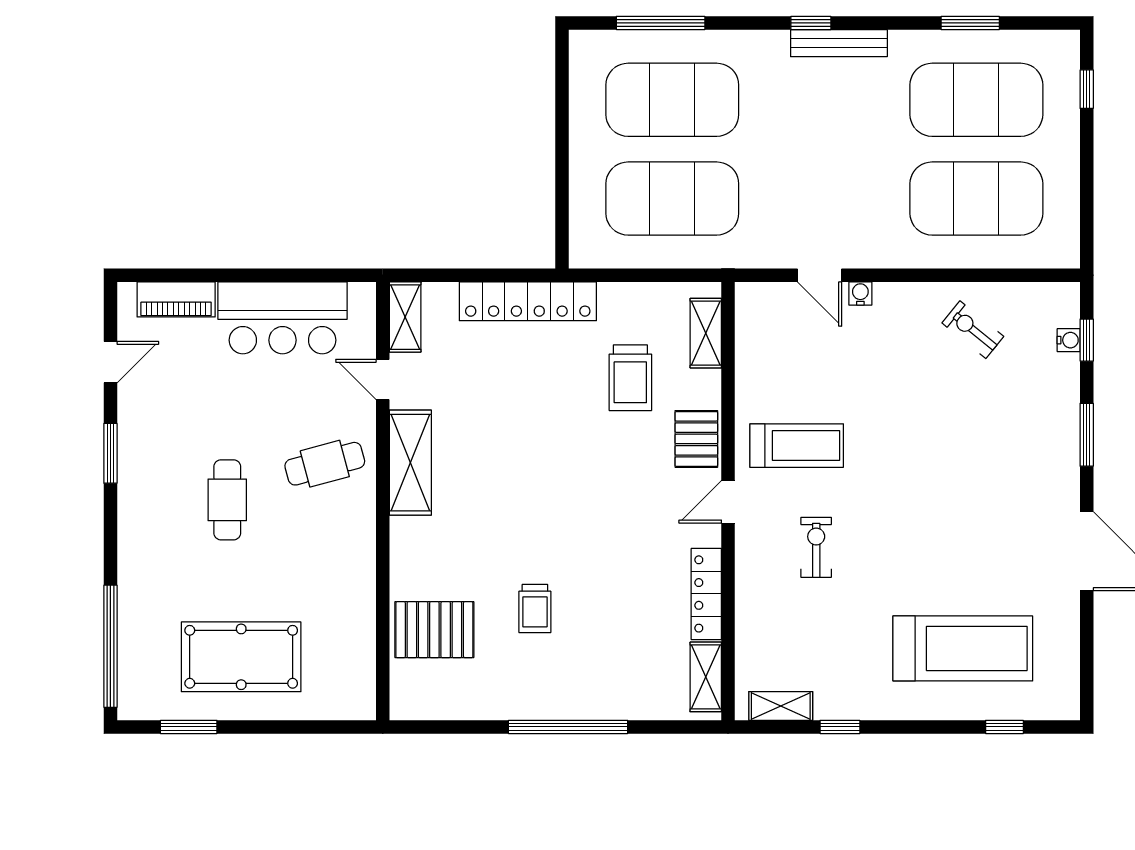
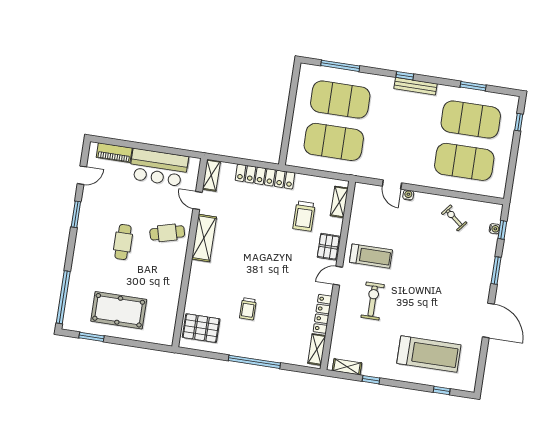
exercise bike: (816, 547) -> (373, 301), width x1.38, depth x1.39
pallet: (434, 630) -> (201, 328), moved

